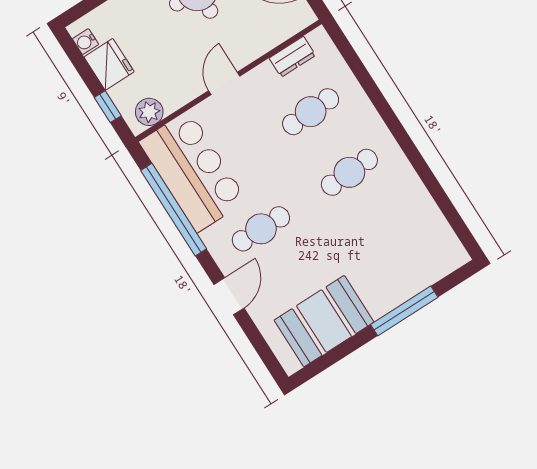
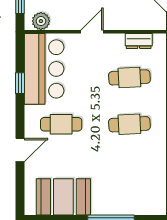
window: (174, 210) -> (20, 83), width x0.32

